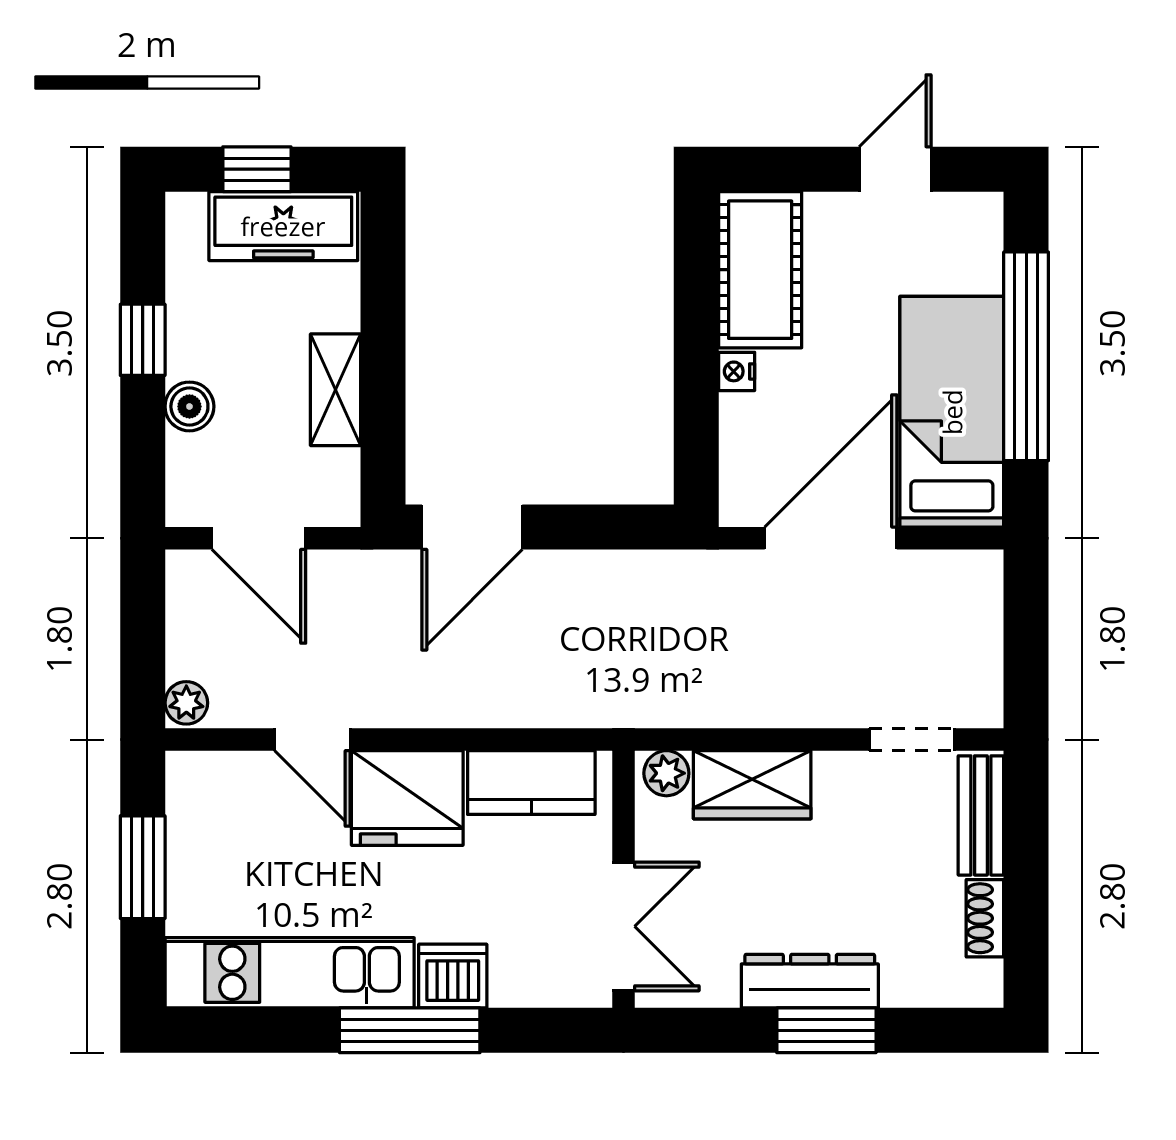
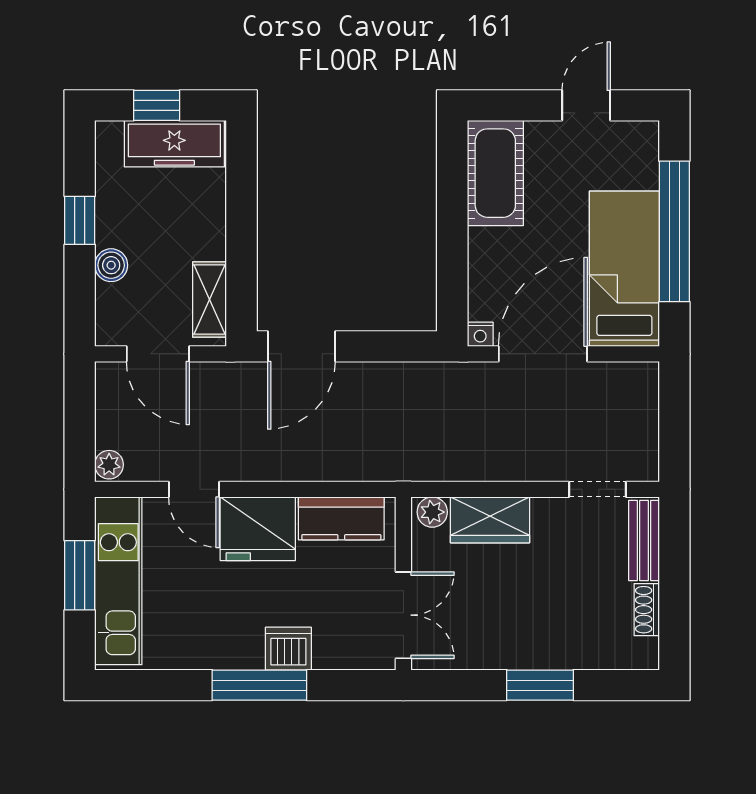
nightstand: (737, 371) -> (480, 334), moved, turned -90
shelving: (336, 390) -> (210, 300), moved
kitchen unit: (290, 973) -> (118, 581), moved, turned 90
dresser: (810, 981) -> (529, 652), removed

